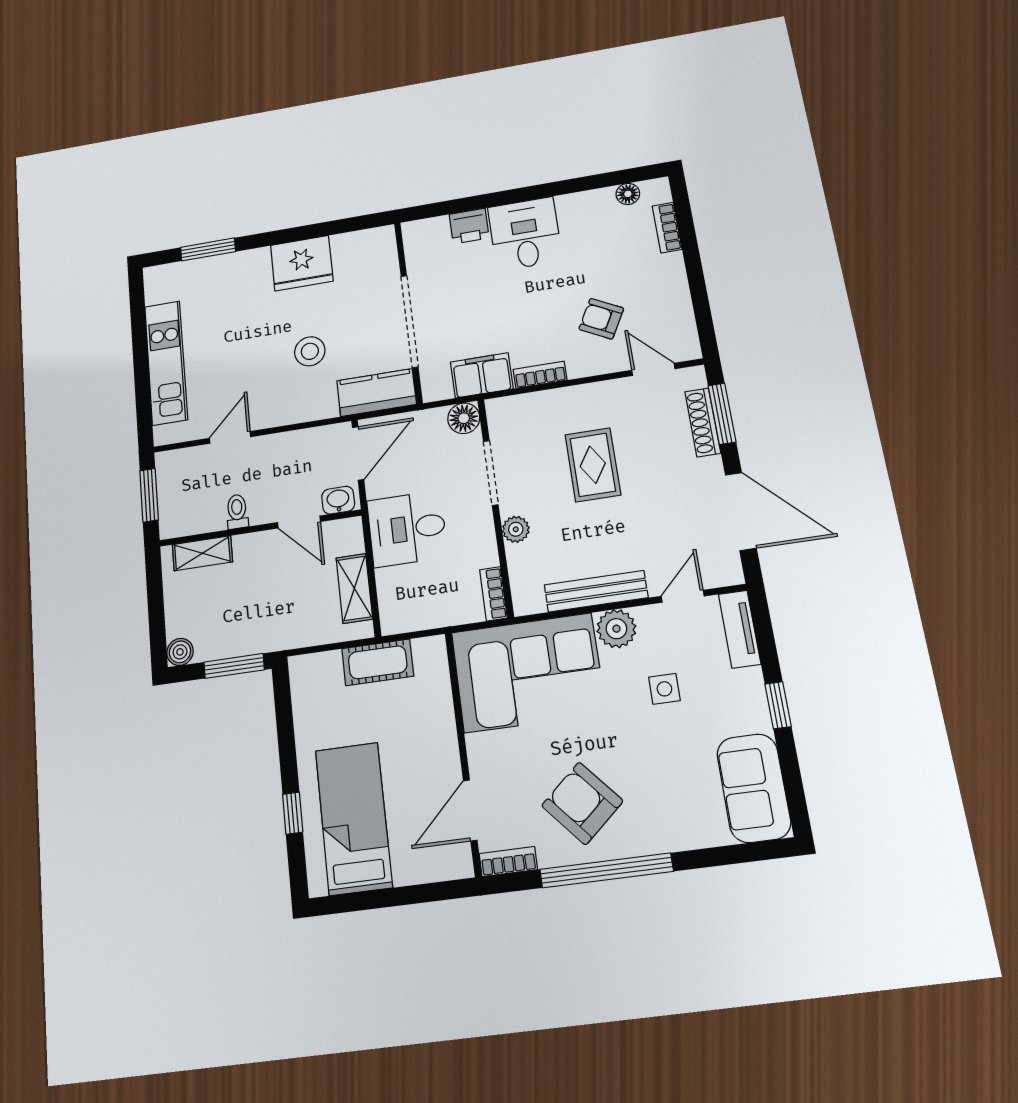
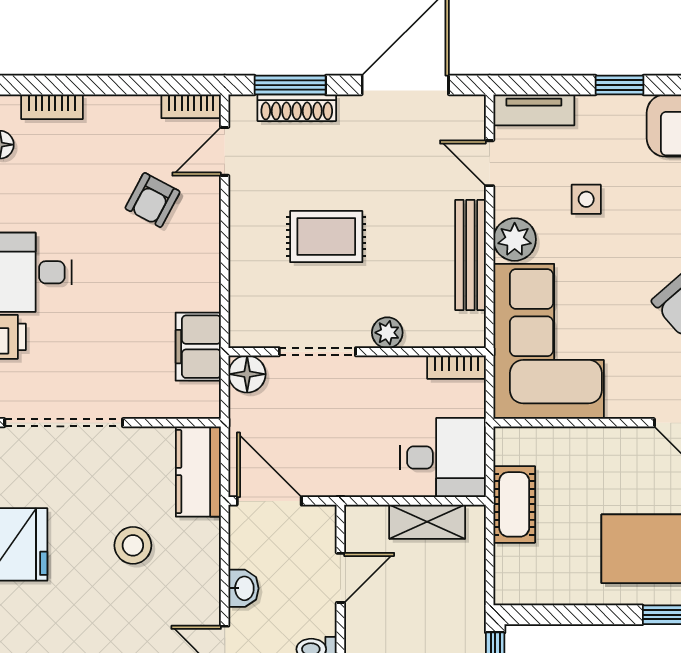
doorway: (409, 321) -> (64, 423), moved
bookcase: (540, 375) -> (191, 106), moved, turned -90
washbasin: (338, 500) -> (244, 588), moved, turned 180
desk: (407, 529) -> (443, 458), moved, turned -90

